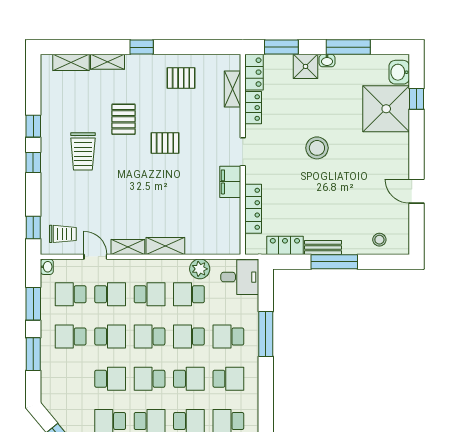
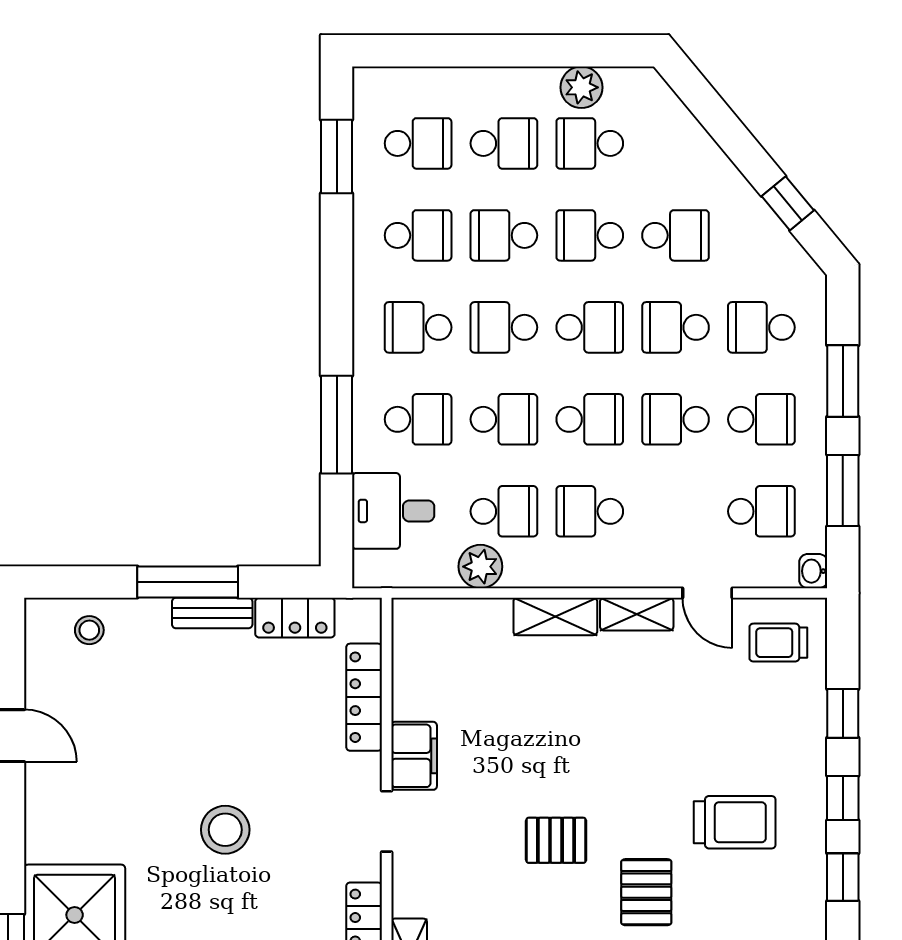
trolley: (83, 151) -> (735, 822), turned 90
window: (33, 227) -> (843, 713), moved
desk: (240, 277) -> (393, 511), moved
school desk: (110, 294) -> (761, 327), moved

